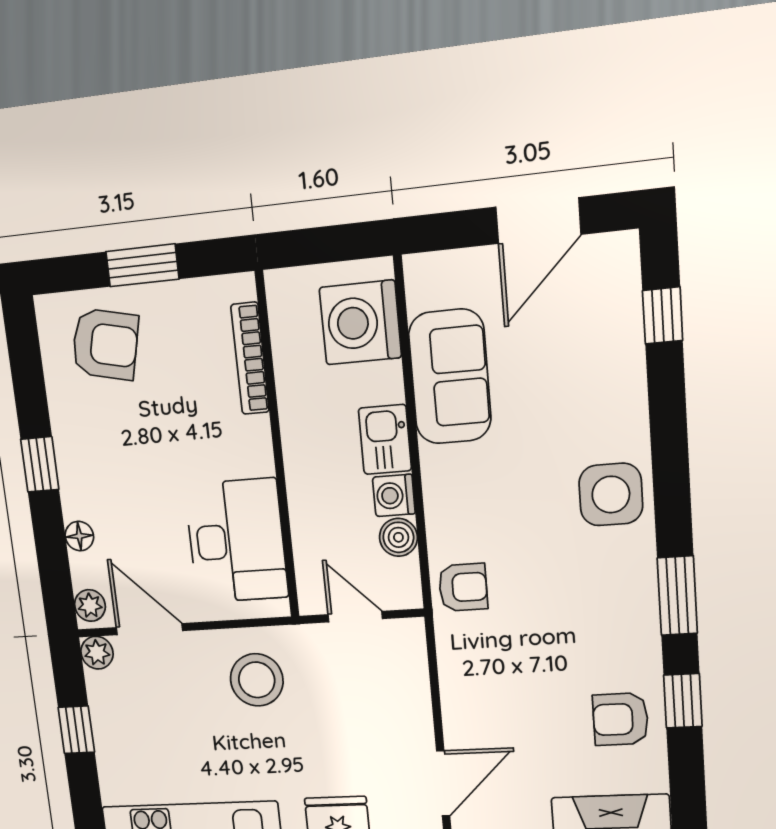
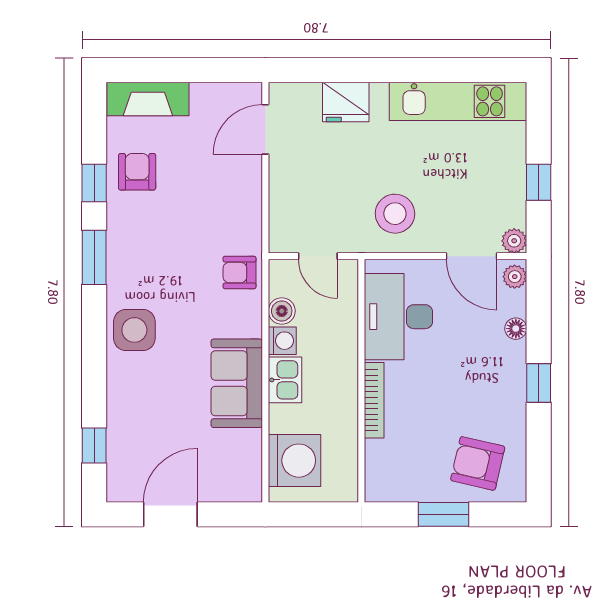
bookcase: (250, 358) -> (374, 400), moved
sofa: (450, 377) -> (237, 383), moved
armchair: (621, 719) -> (137, 172), turned -90

